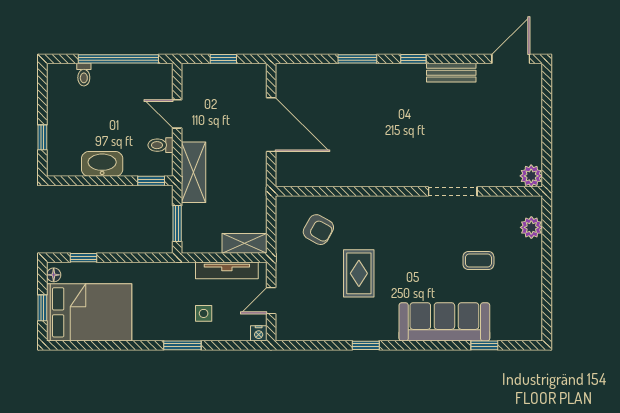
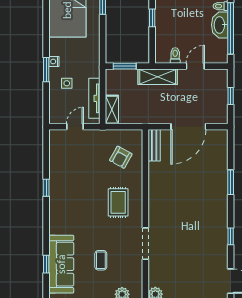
window: (413, 59) -> (231, 236), moved
bench: (451, 73) -> (154, 145), moved
washbasin: (102, 164) -> (220, 25), moved, turned 180
window: (151, 181) -> (152, 18), moved
rug: (359, 273) -> (118, 202), moved, turned 90
door: (271, 301) -> (75, 127), hinge flipped
sofa: (444, 322) -> (61, 264), moved
nightstand: (259, 333) -> (54, 61), moved

